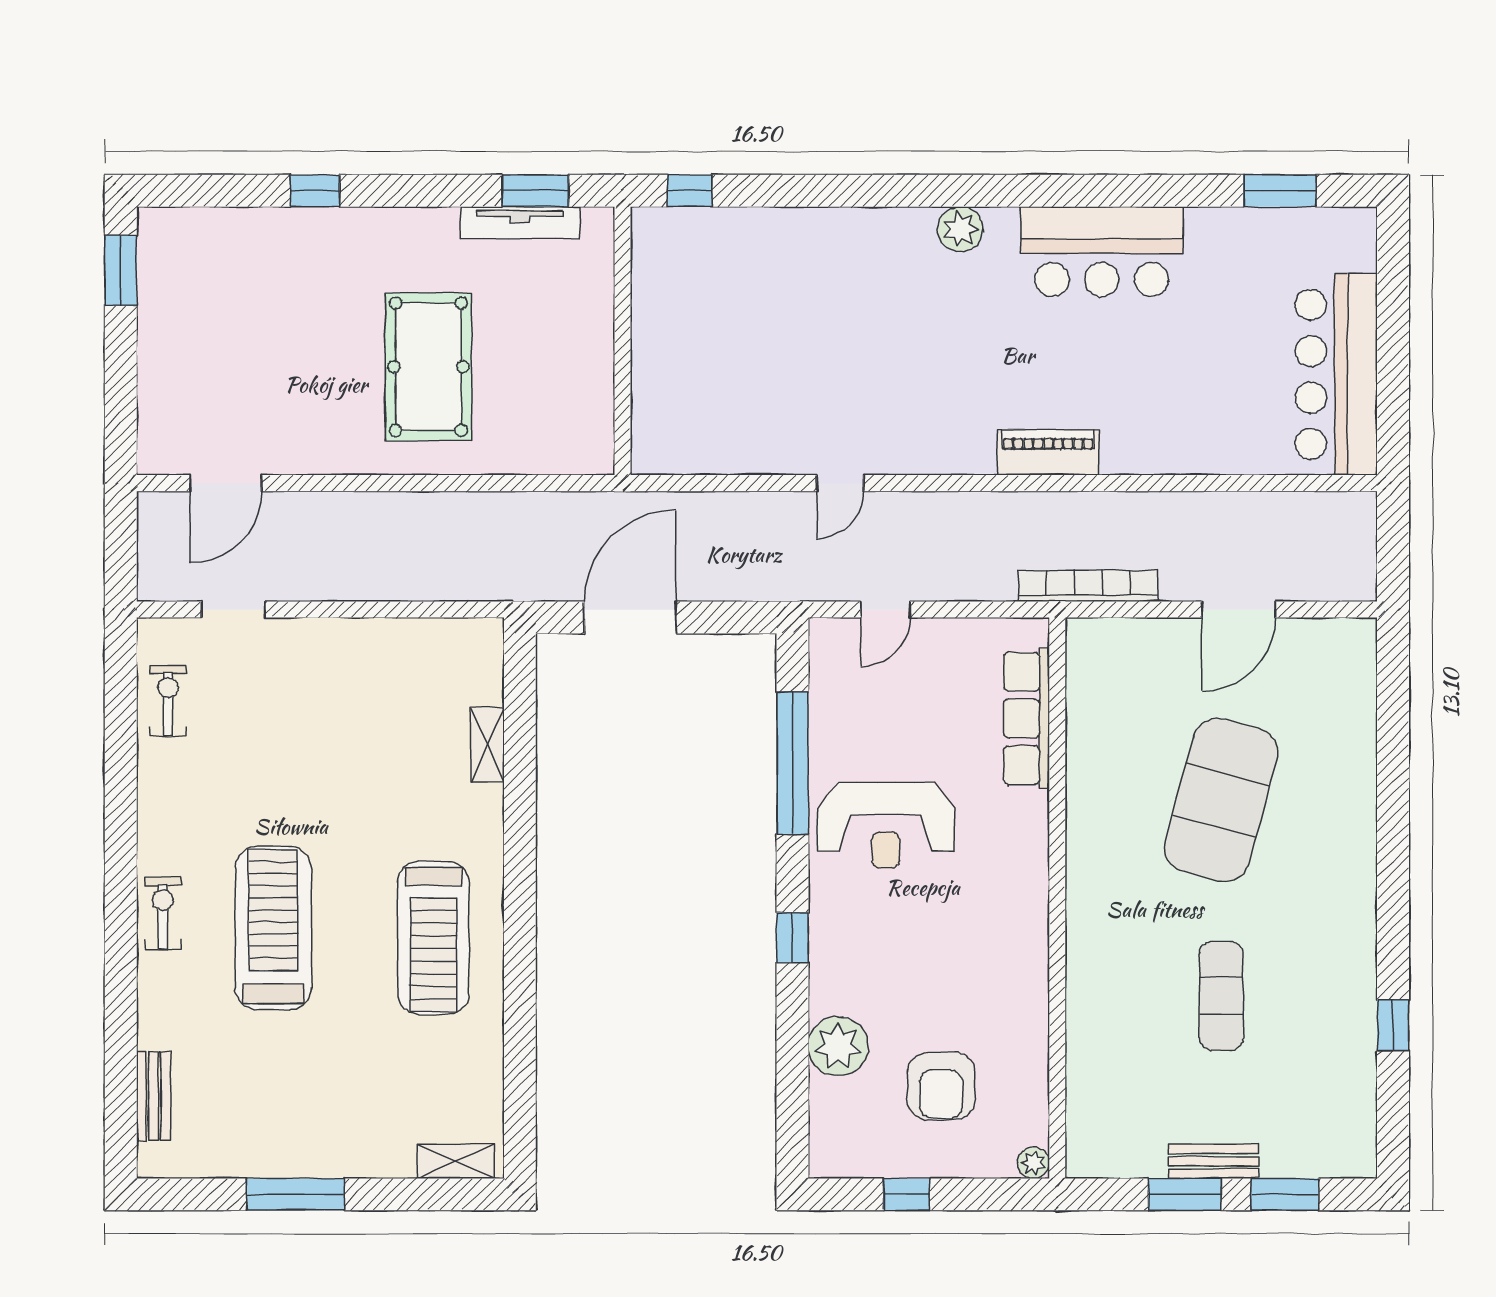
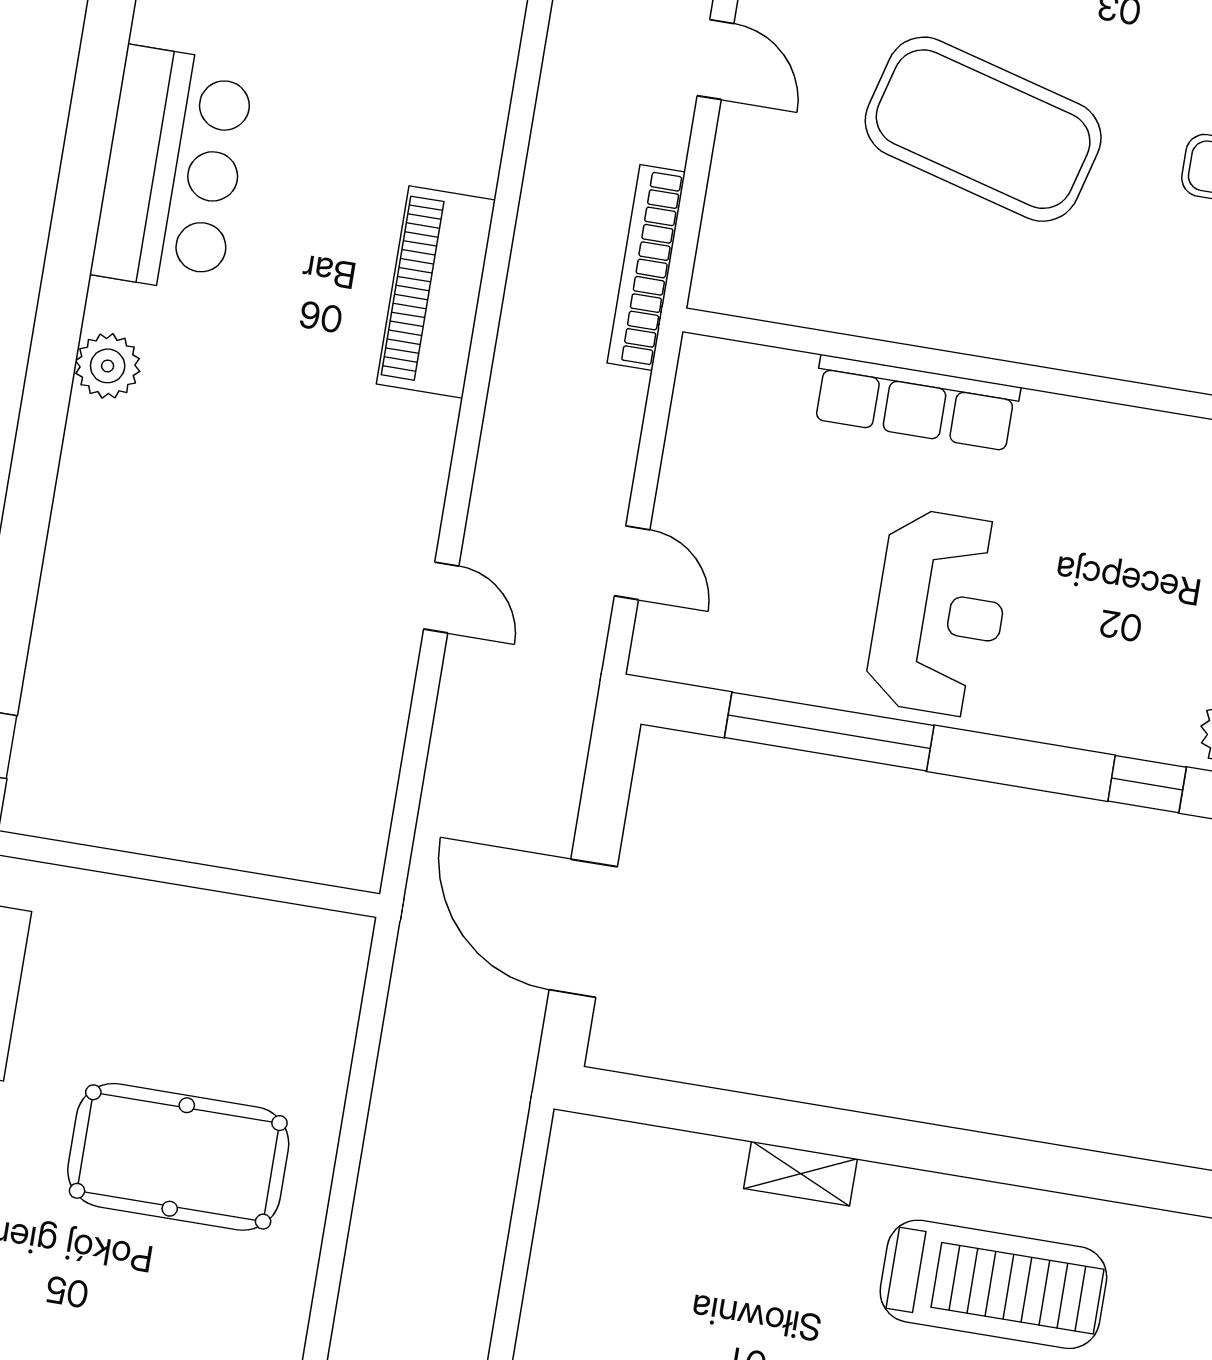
piano: (1048, 452) -> (436, 292), width x1.37, depth x1.33
door: (1238, 610) -> (715, 60), width x0.73
row of seats: (1027, 719) -> (916, 403), moved
shelving: (487, 745) -> (801, 1174), moved
window: (792, 938) -> (1147, 784), moved

